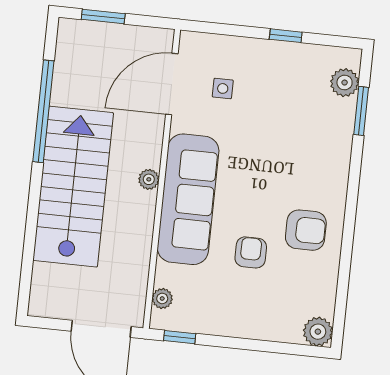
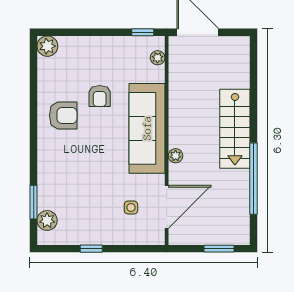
plant: (149, 179) -> (176, 156), moved
stairs: (73, 187) -> (235, 129), width x0.73, depth x0.66
armchair: (306, 230) -> (63, 115), turned 180

